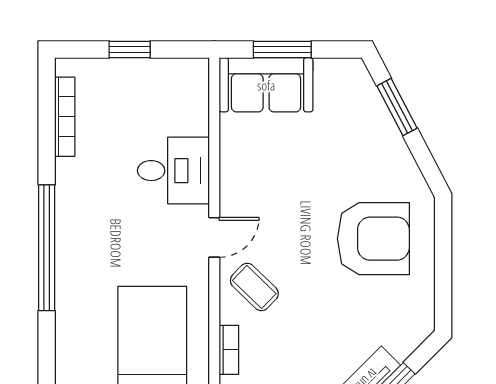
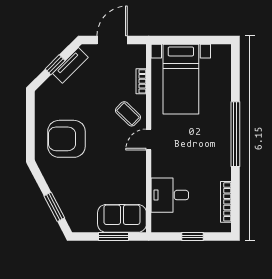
desk: (173, 171) -> (170, 195), moved

